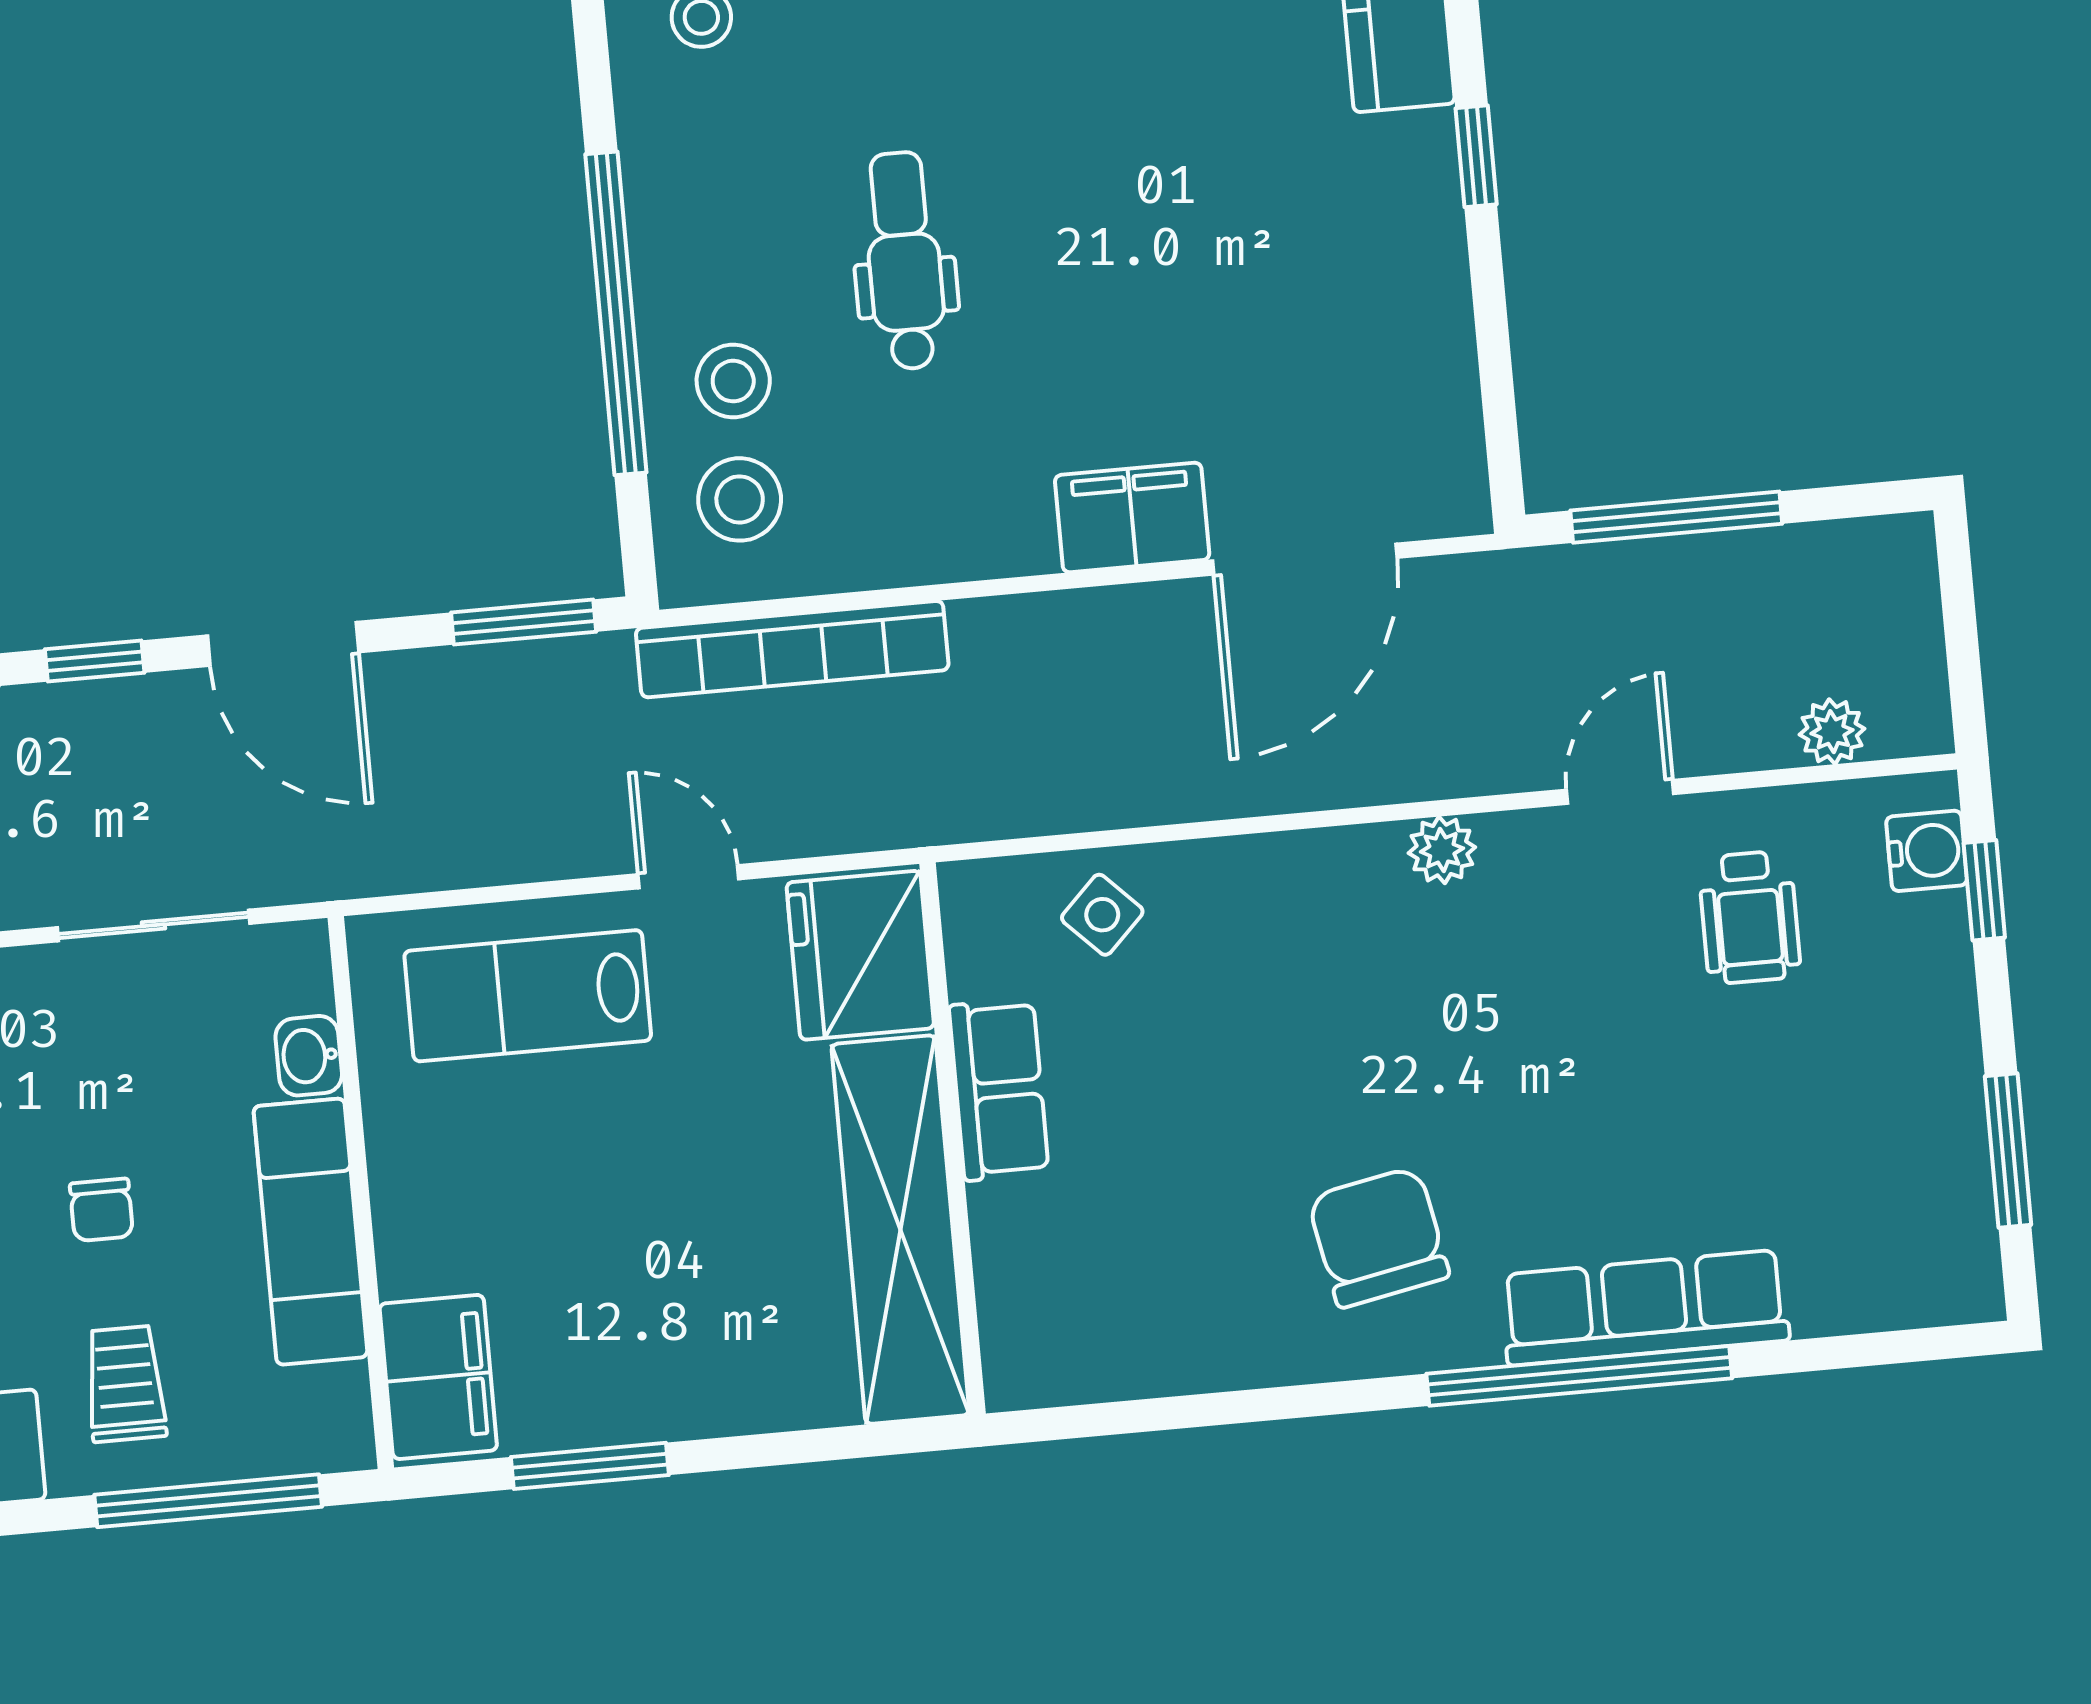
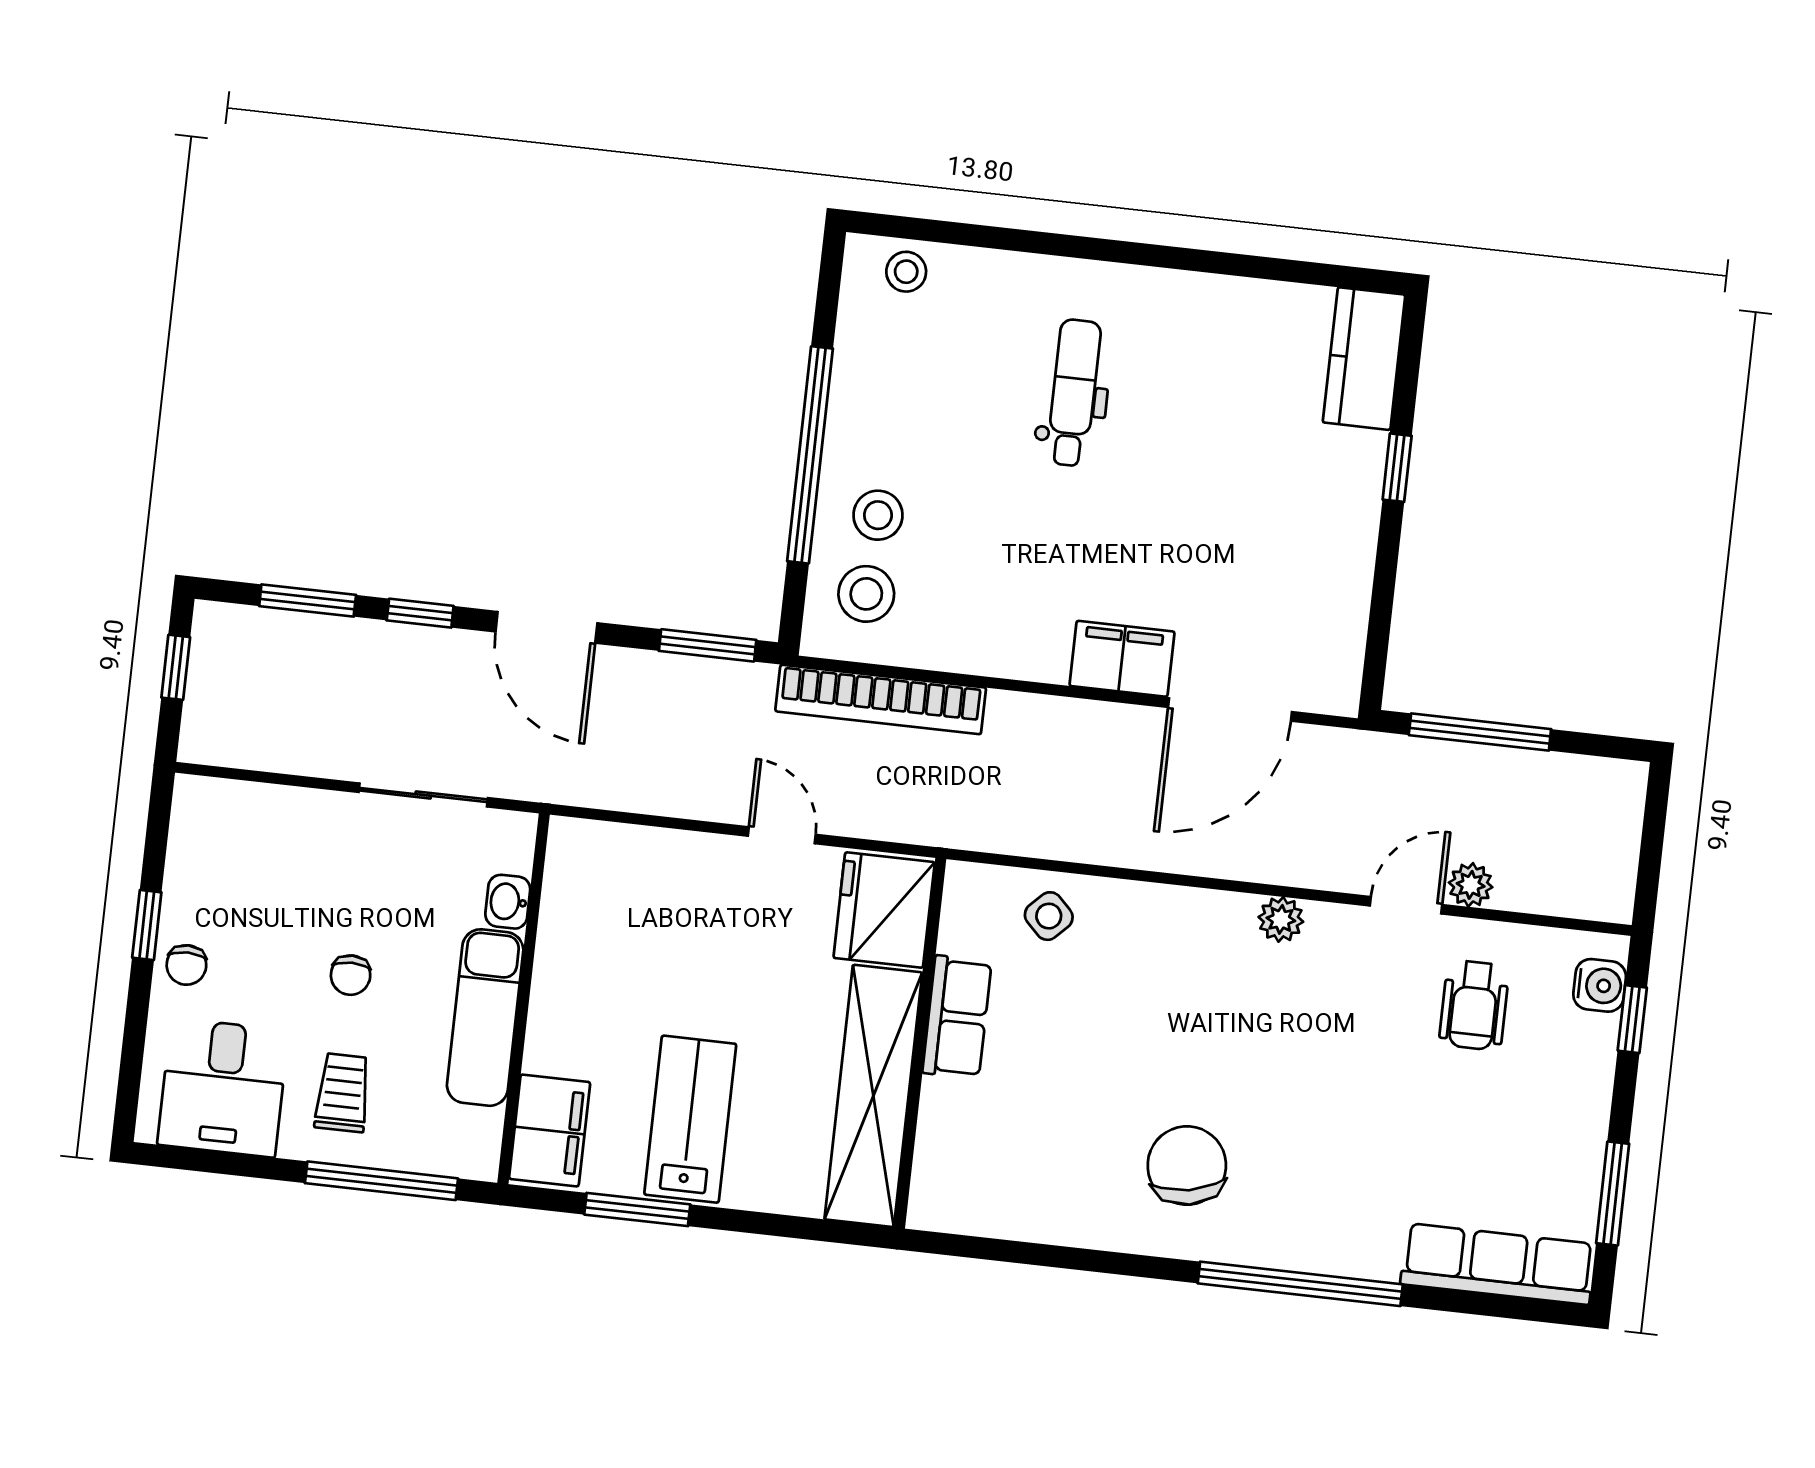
dental chair: (904, 261) -> (1074, 393), moved
plant: (1832, 732) -> (1471, 885), moved
lab bench: (528, 996) -> (690, 1119), moved, turned 90
row of seats: (1645, 1308) -> (1498, 1264), moved

